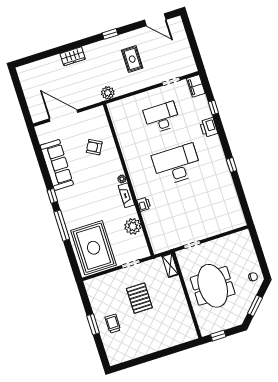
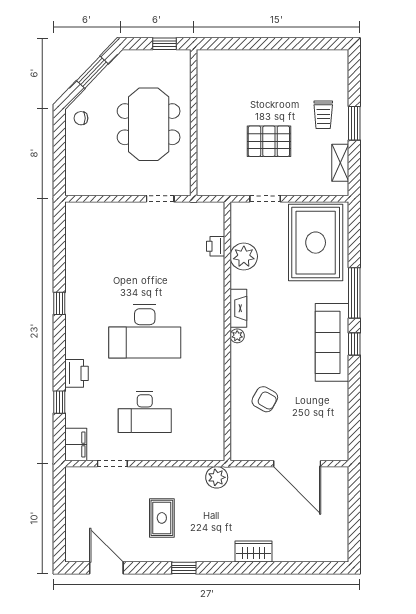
sofa: (57, 165) -> (332, 342), moved
printer: (144, 204) -> (216, 246), moved
shelving: (170, 265) -> (340, 163), moved
pallet: (139, 298) -> (269, 141), turned 90

